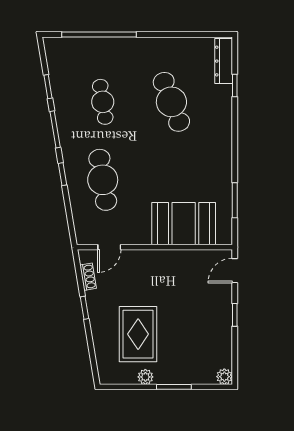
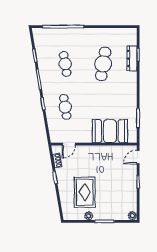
dresser: (224, 61) -> (132, 59), moved
cafe table: (171, 102) -> (103, 64), turned 30
cafe table: (103, 180) -> (65, 107), width x0.73, depth x0.74

